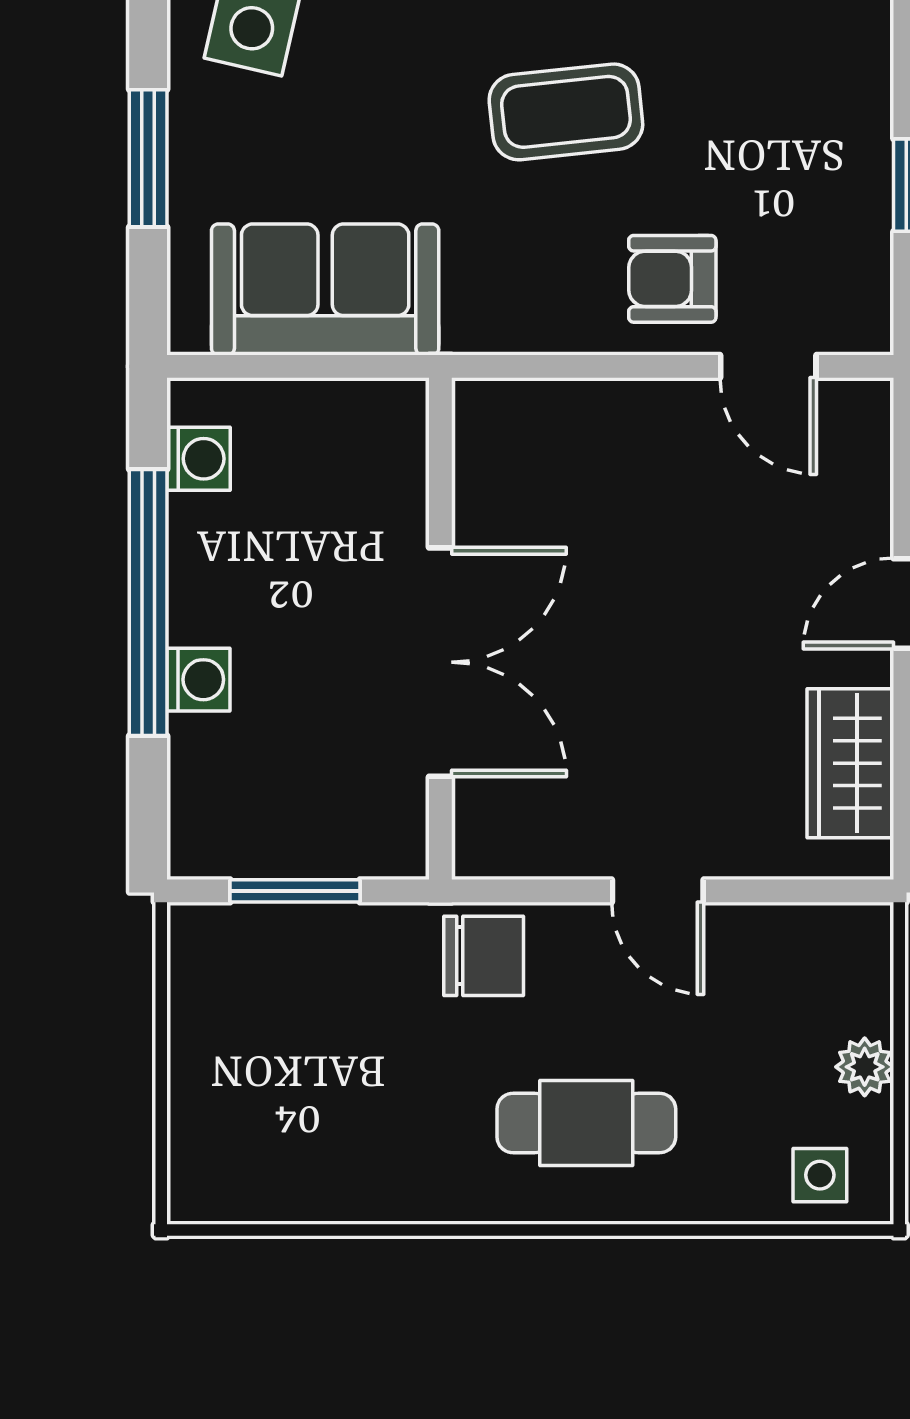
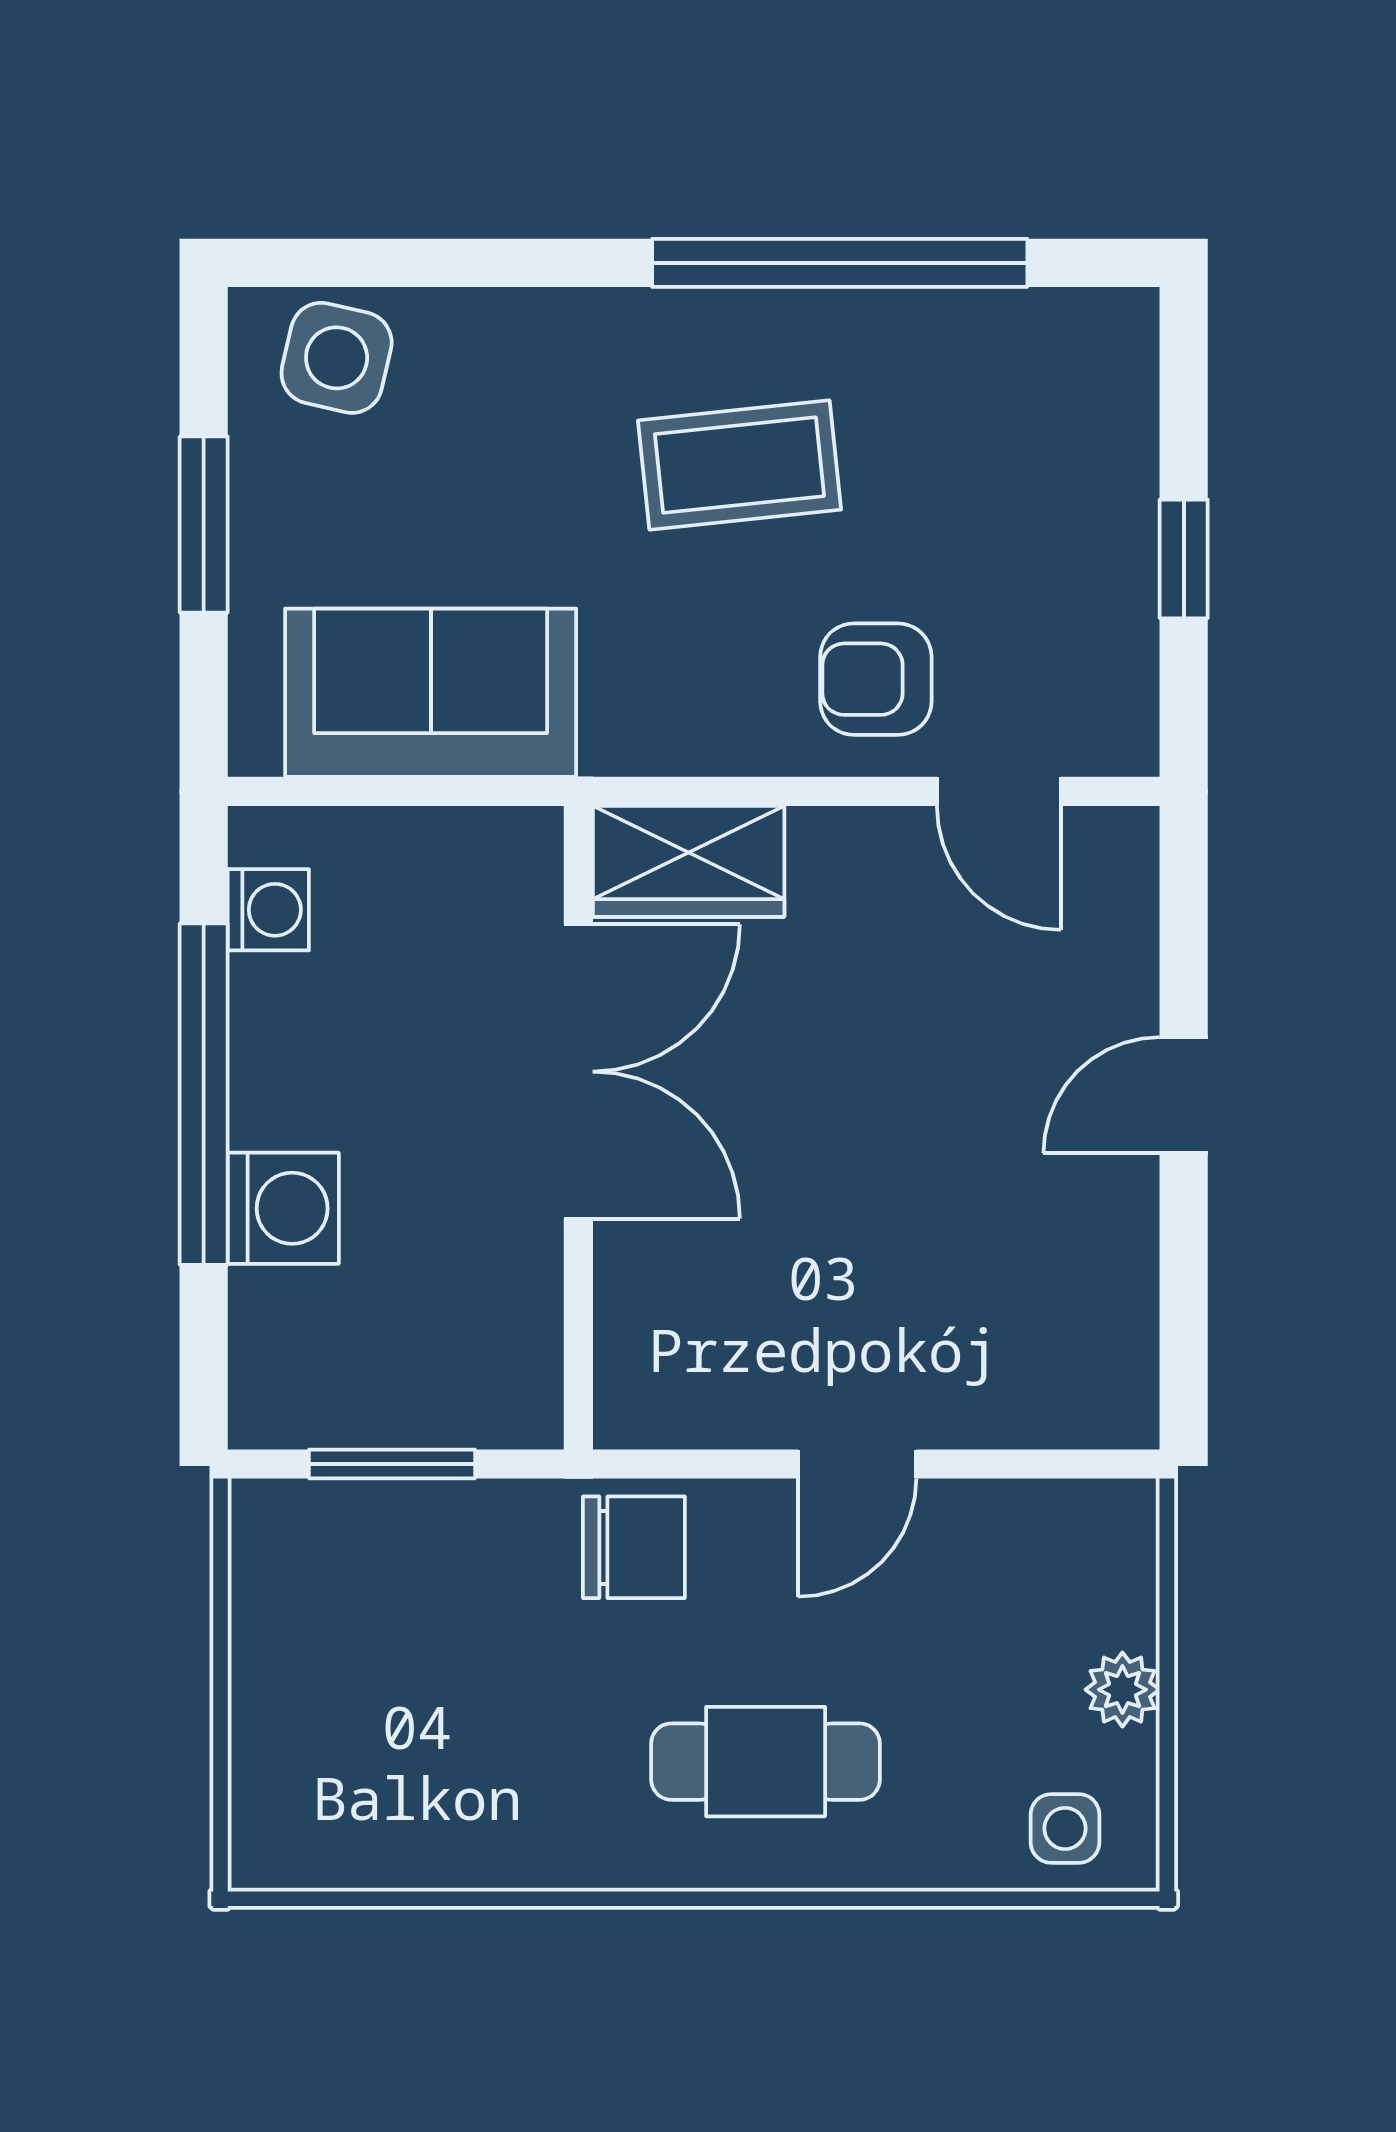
double door: (440, 662) -> (578, 1072), moved
washing machine: (198, 680) -> (283, 1208), width x1.38, depth x1.38
wardrobe: (850, 763) -> (689, 861), moved, turned -90
door: (658, 891) -> (857, 1464), hinge flipped

